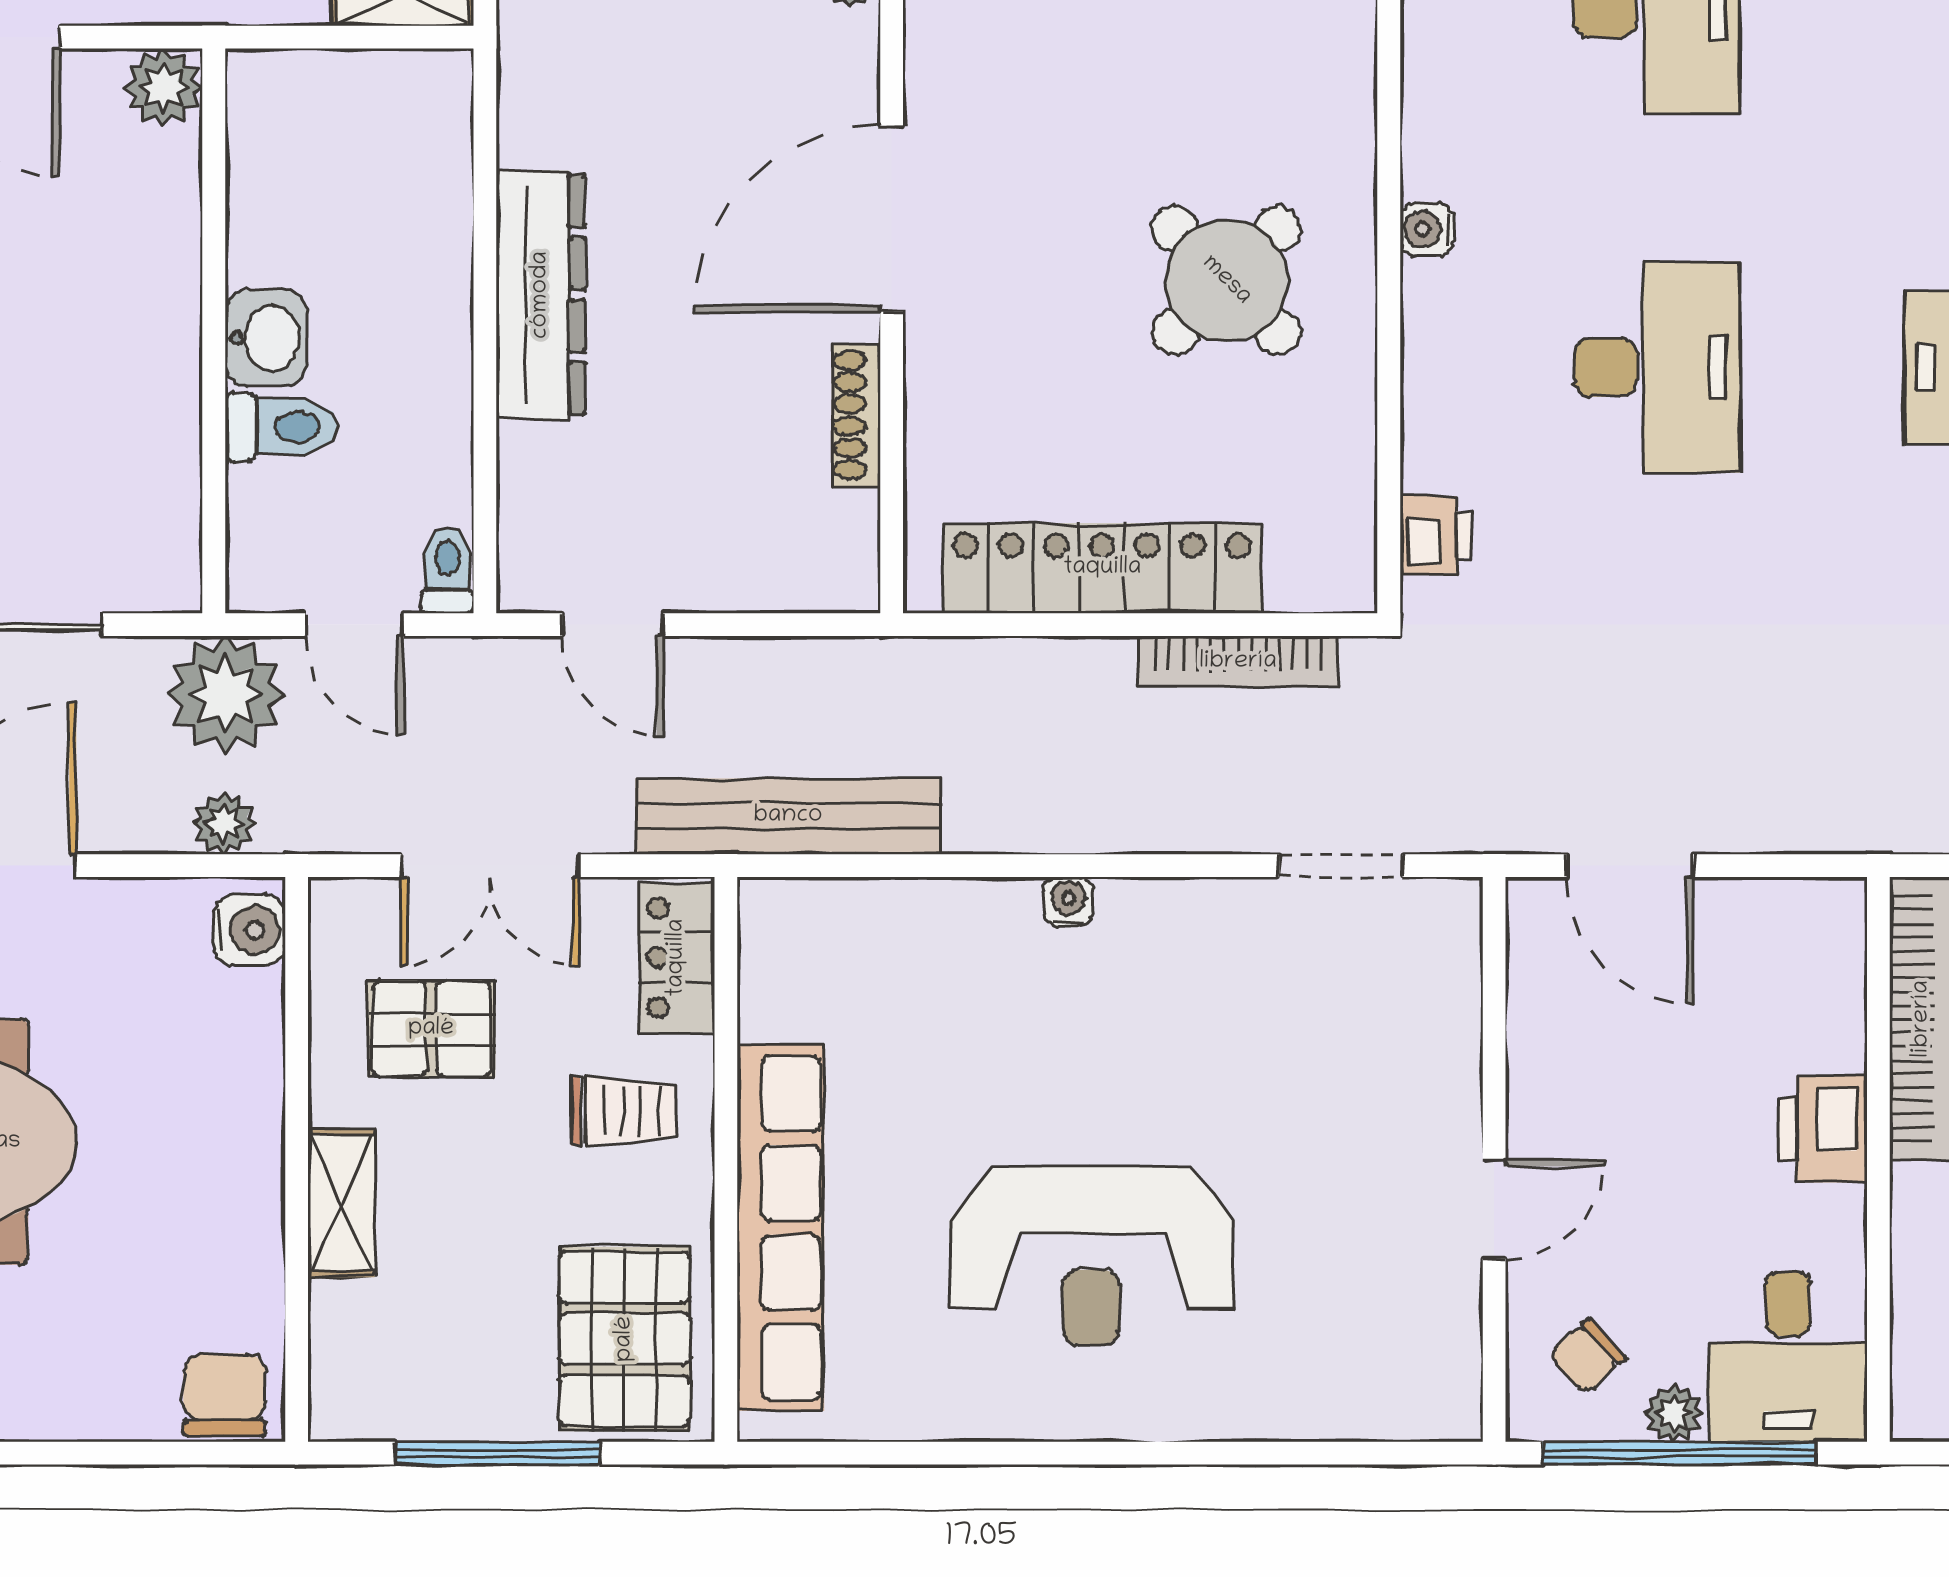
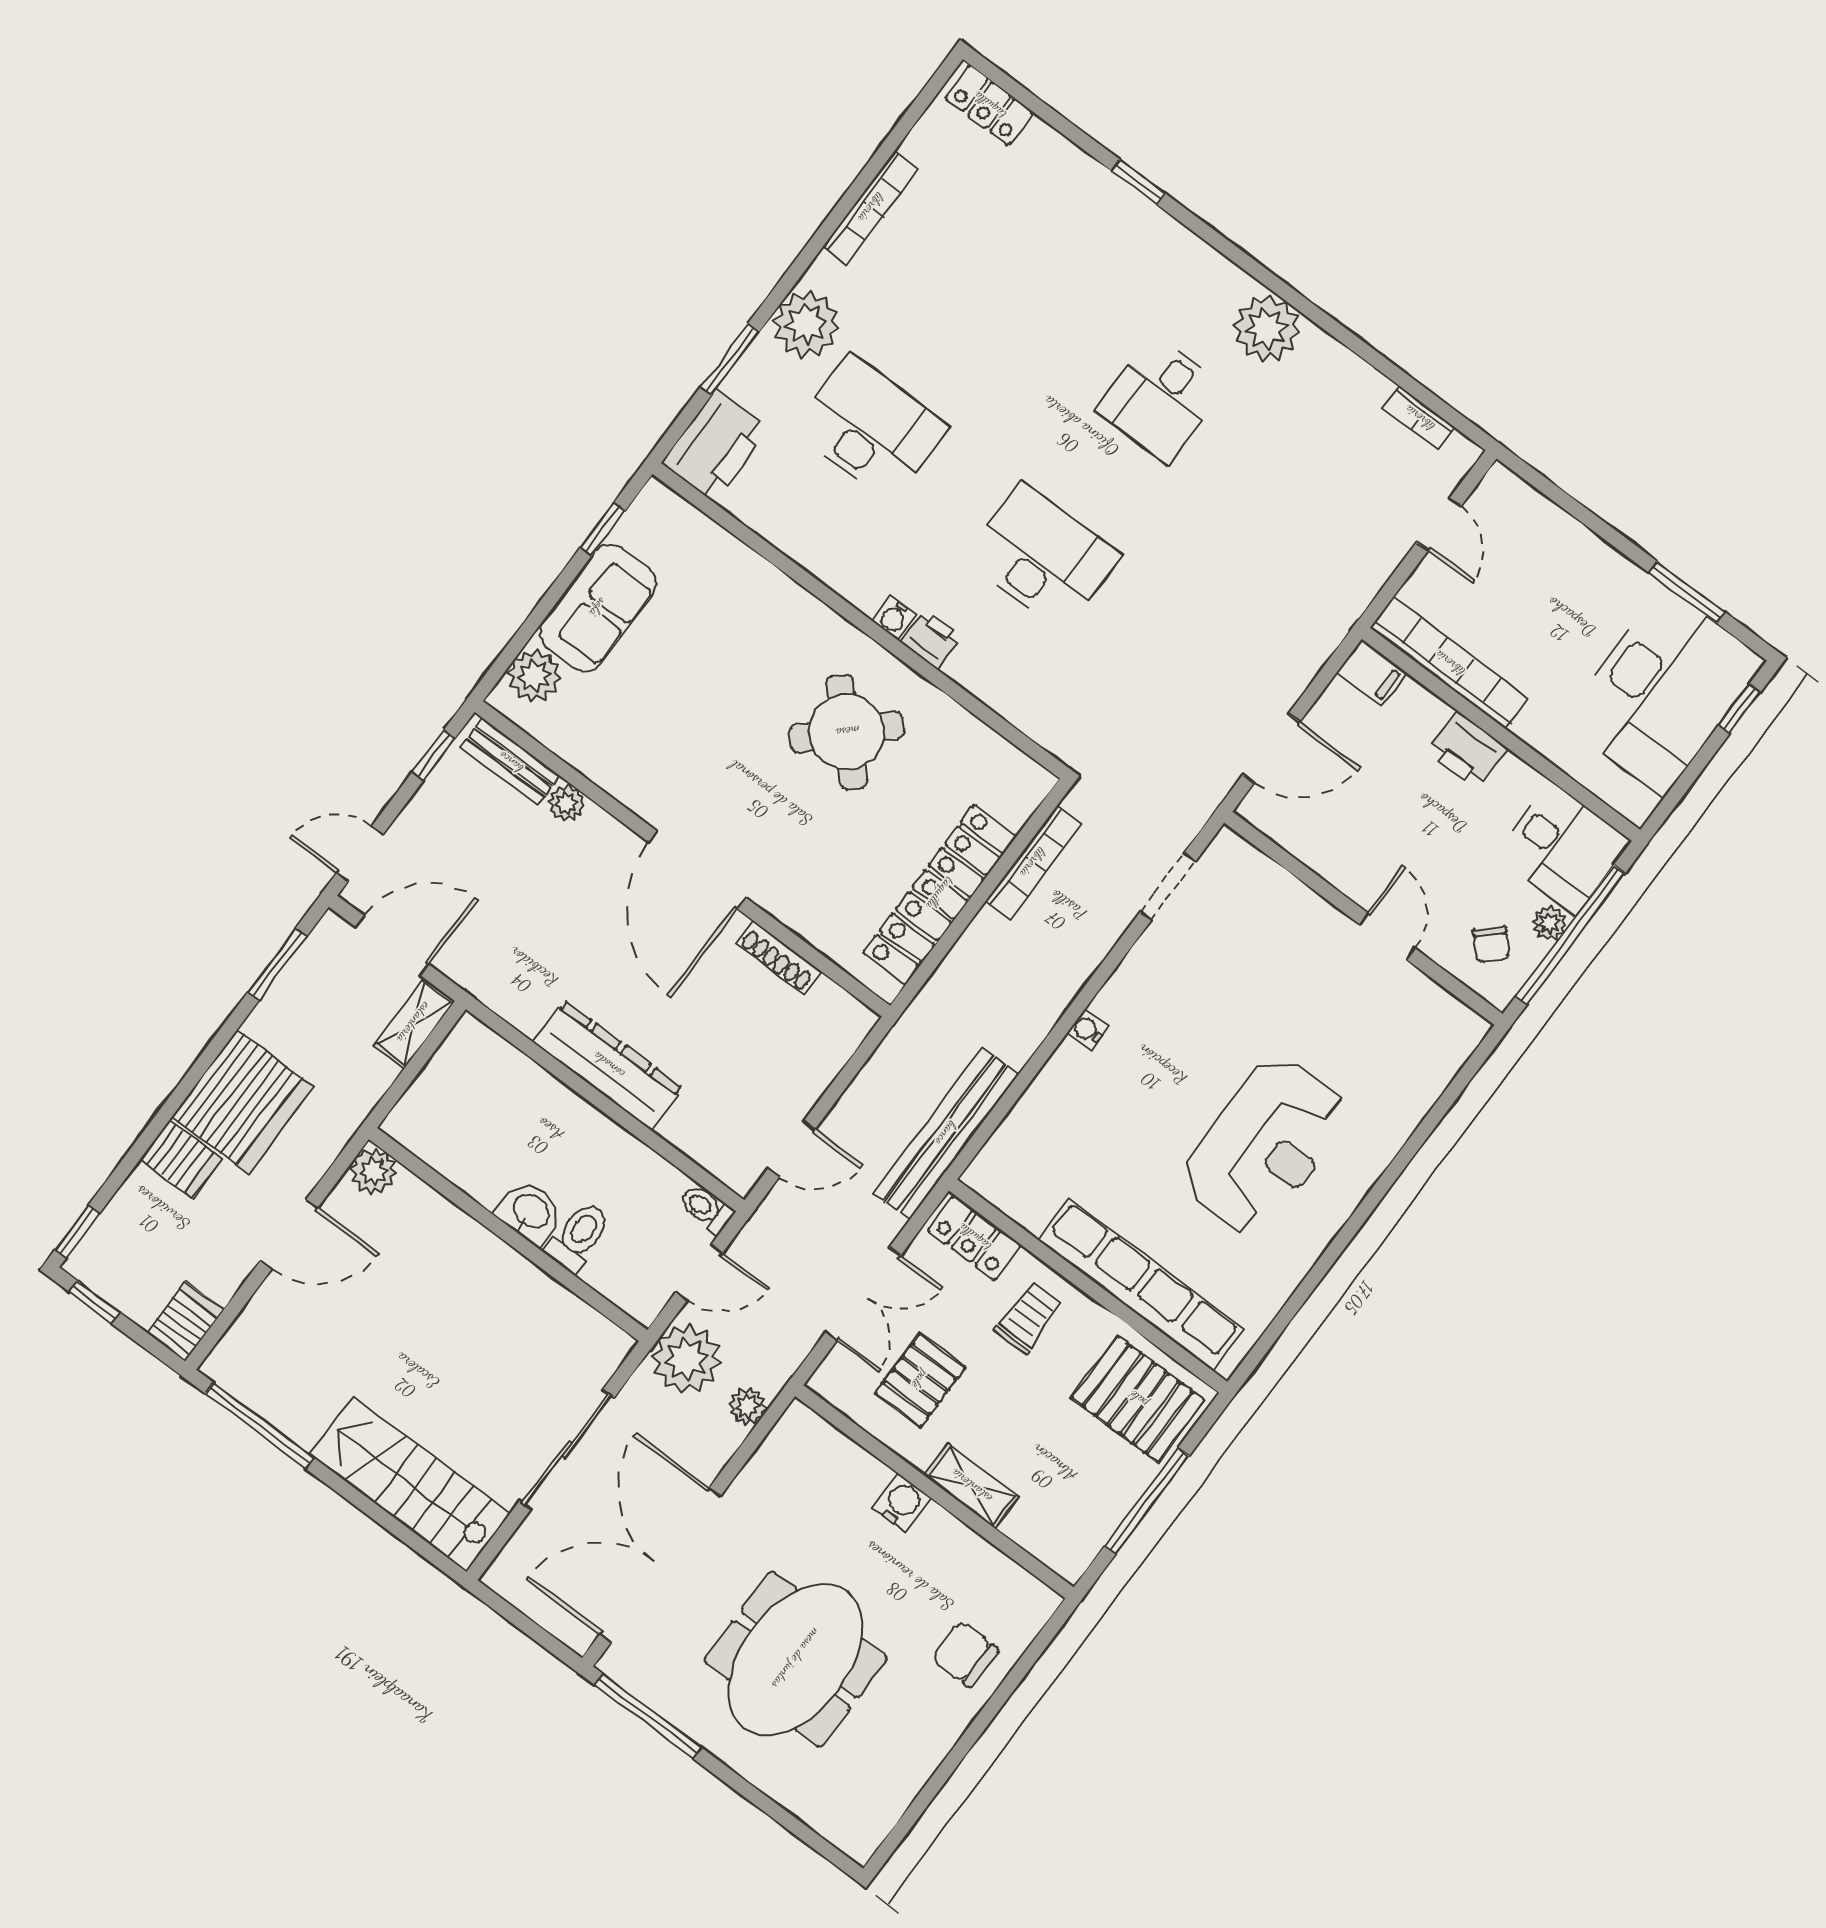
printer: (1435, 535) -> (931, 639), moved
filing cabinet: (1831, 924) -> (1372, 673), added
water cooler: (249, 930) -> (902, 1503), moved
chair: (225, 1395) -> (965, 1654), moved

